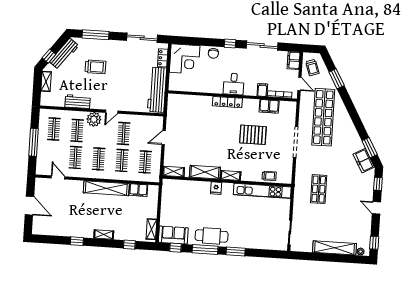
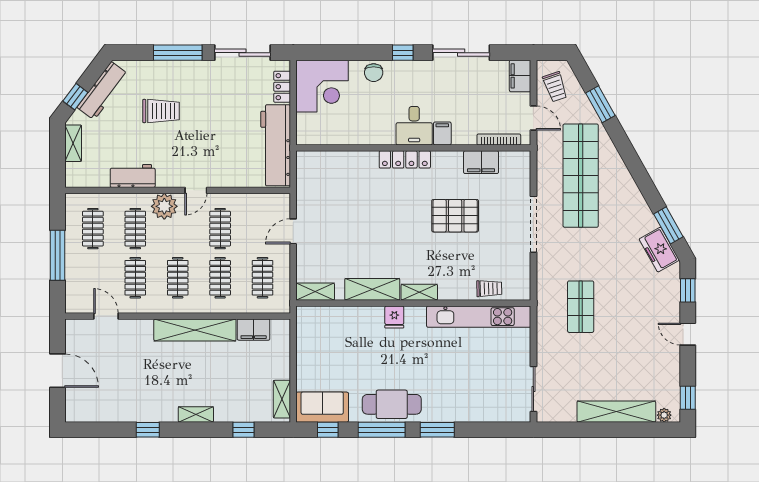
window: (95, 35) -> (178, 53), moved
filing cabinet: (262, 90) -> (442, 133), moved

